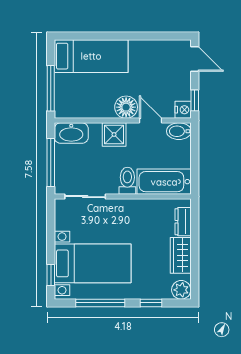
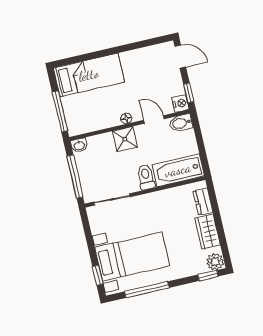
floor lamp: (126, 107) -> (126, 118), width x0.53, depth x0.53
washbasin: (71, 133) -> (79, 145), width x0.52, depth x0.69
window: (151, 303) -> (208, 275), moved

